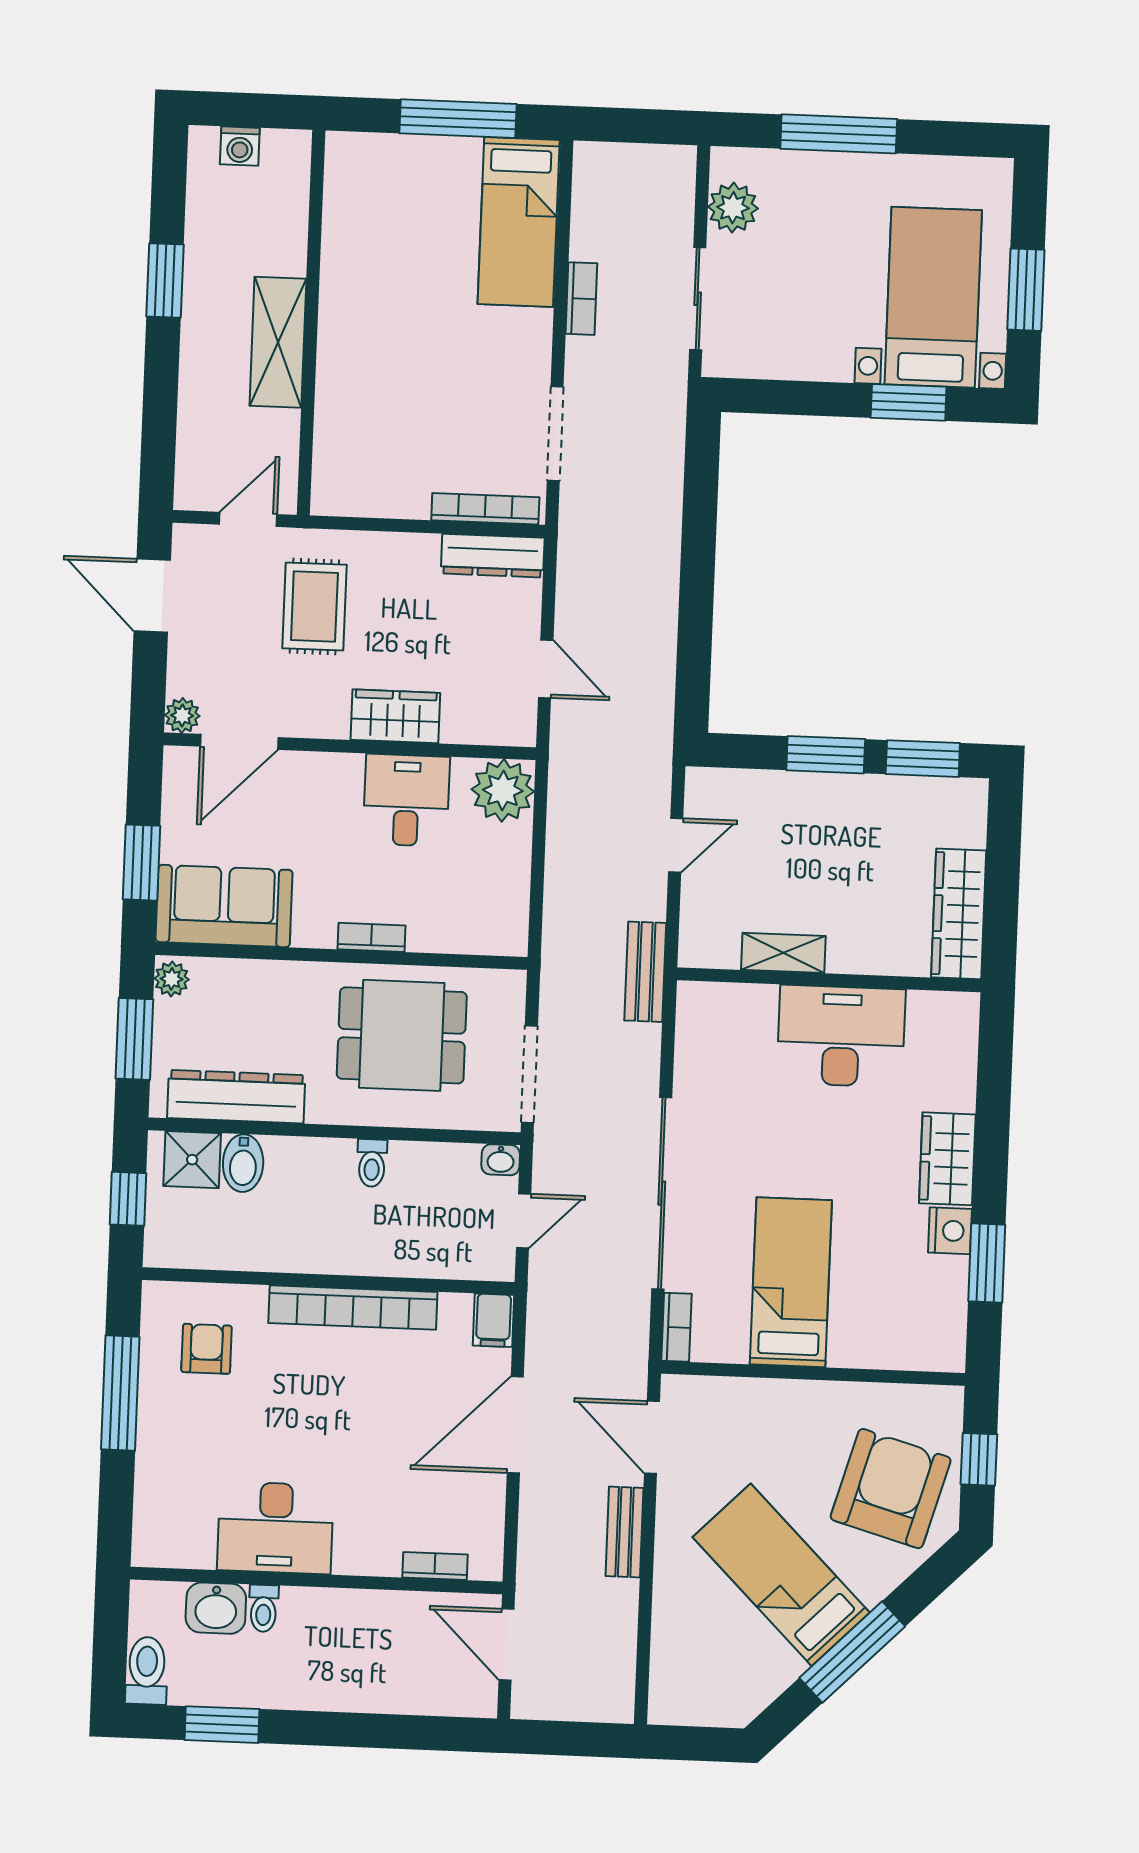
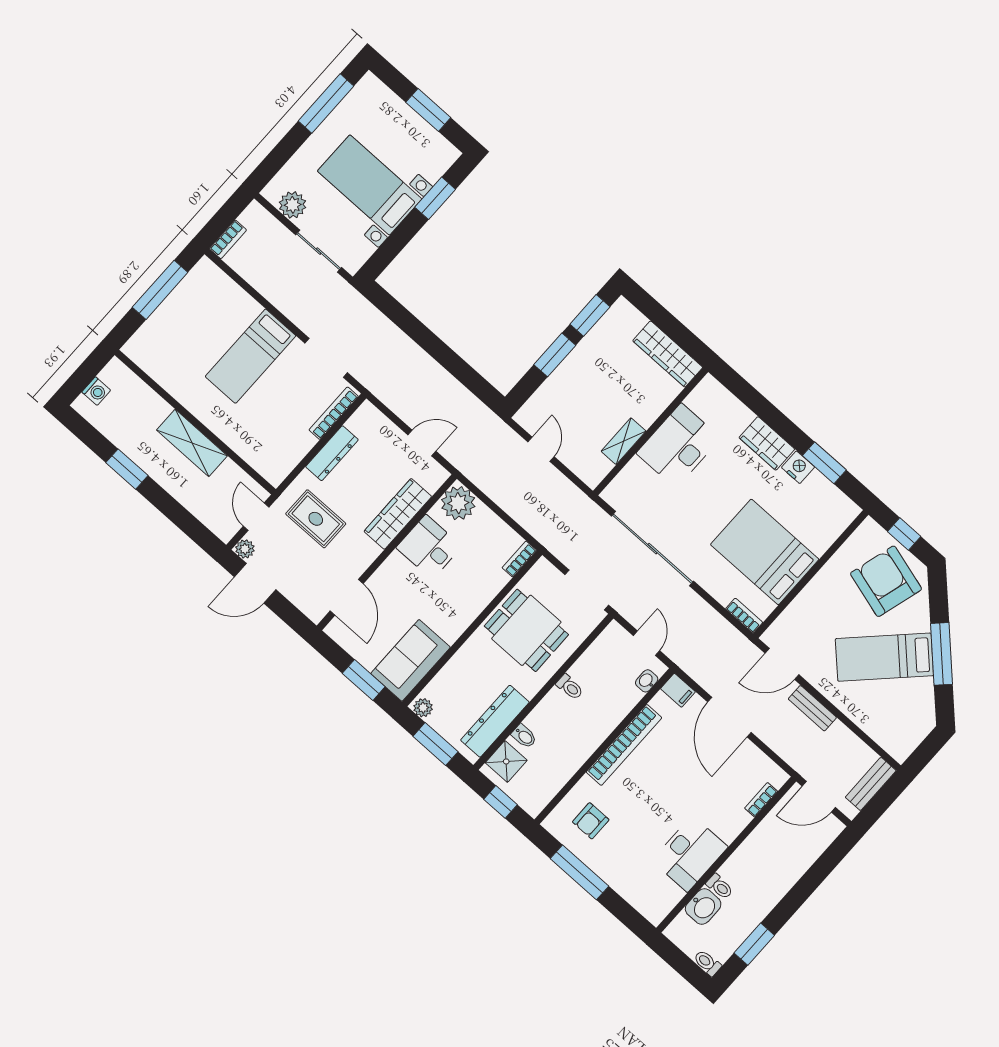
window: (839, 134) -> (326, 104), moved
bed: (519, 222) -> (251, 356), moved, turned 90
bed with nightstands: (933, 297) -> (370, 185), moved
bookcase: (581, 299) -> (228, 239), moved, turned 90
dresser: (493, 556) -> (332, 453), moved
plant: (182, 716) -> (245, 549), moved
wardrobe: (395, 716) -> (398, 514), width x1.50
bookcase: (372, 937) -> (519, 559), moved
bench: (645, 972) -> (871, 784), moved, turned 90
dining table: (402, 1035) -> (526, 630), turned 90
washbasin: (501, 1160) -> (647, 681), moved, turned 180
bidet: (243, 1163) -> (524, 736), width x0.72, depth x0.74
sliding door: (662, 1193) -> (653, 549), moved
bed: (791, 1282) -> (765, 552), width x1.50
armchair: (206, 1349) -> (591, 821), turned -90
toilet: (147, 1671) -> (707, 963), width x0.73, depth x0.72

